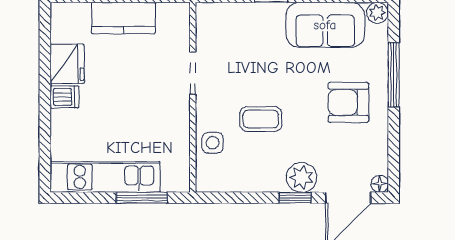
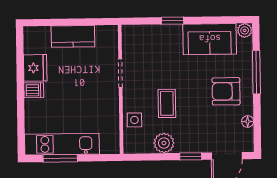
coffee table: (261, 119) -> (167, 103), turned 90
plant: (302, 177) -> (164, 143), moved
floor lamp: (380, 184) -> (248, 121), moved
window: (142, 198) -> (60, 158), moved

